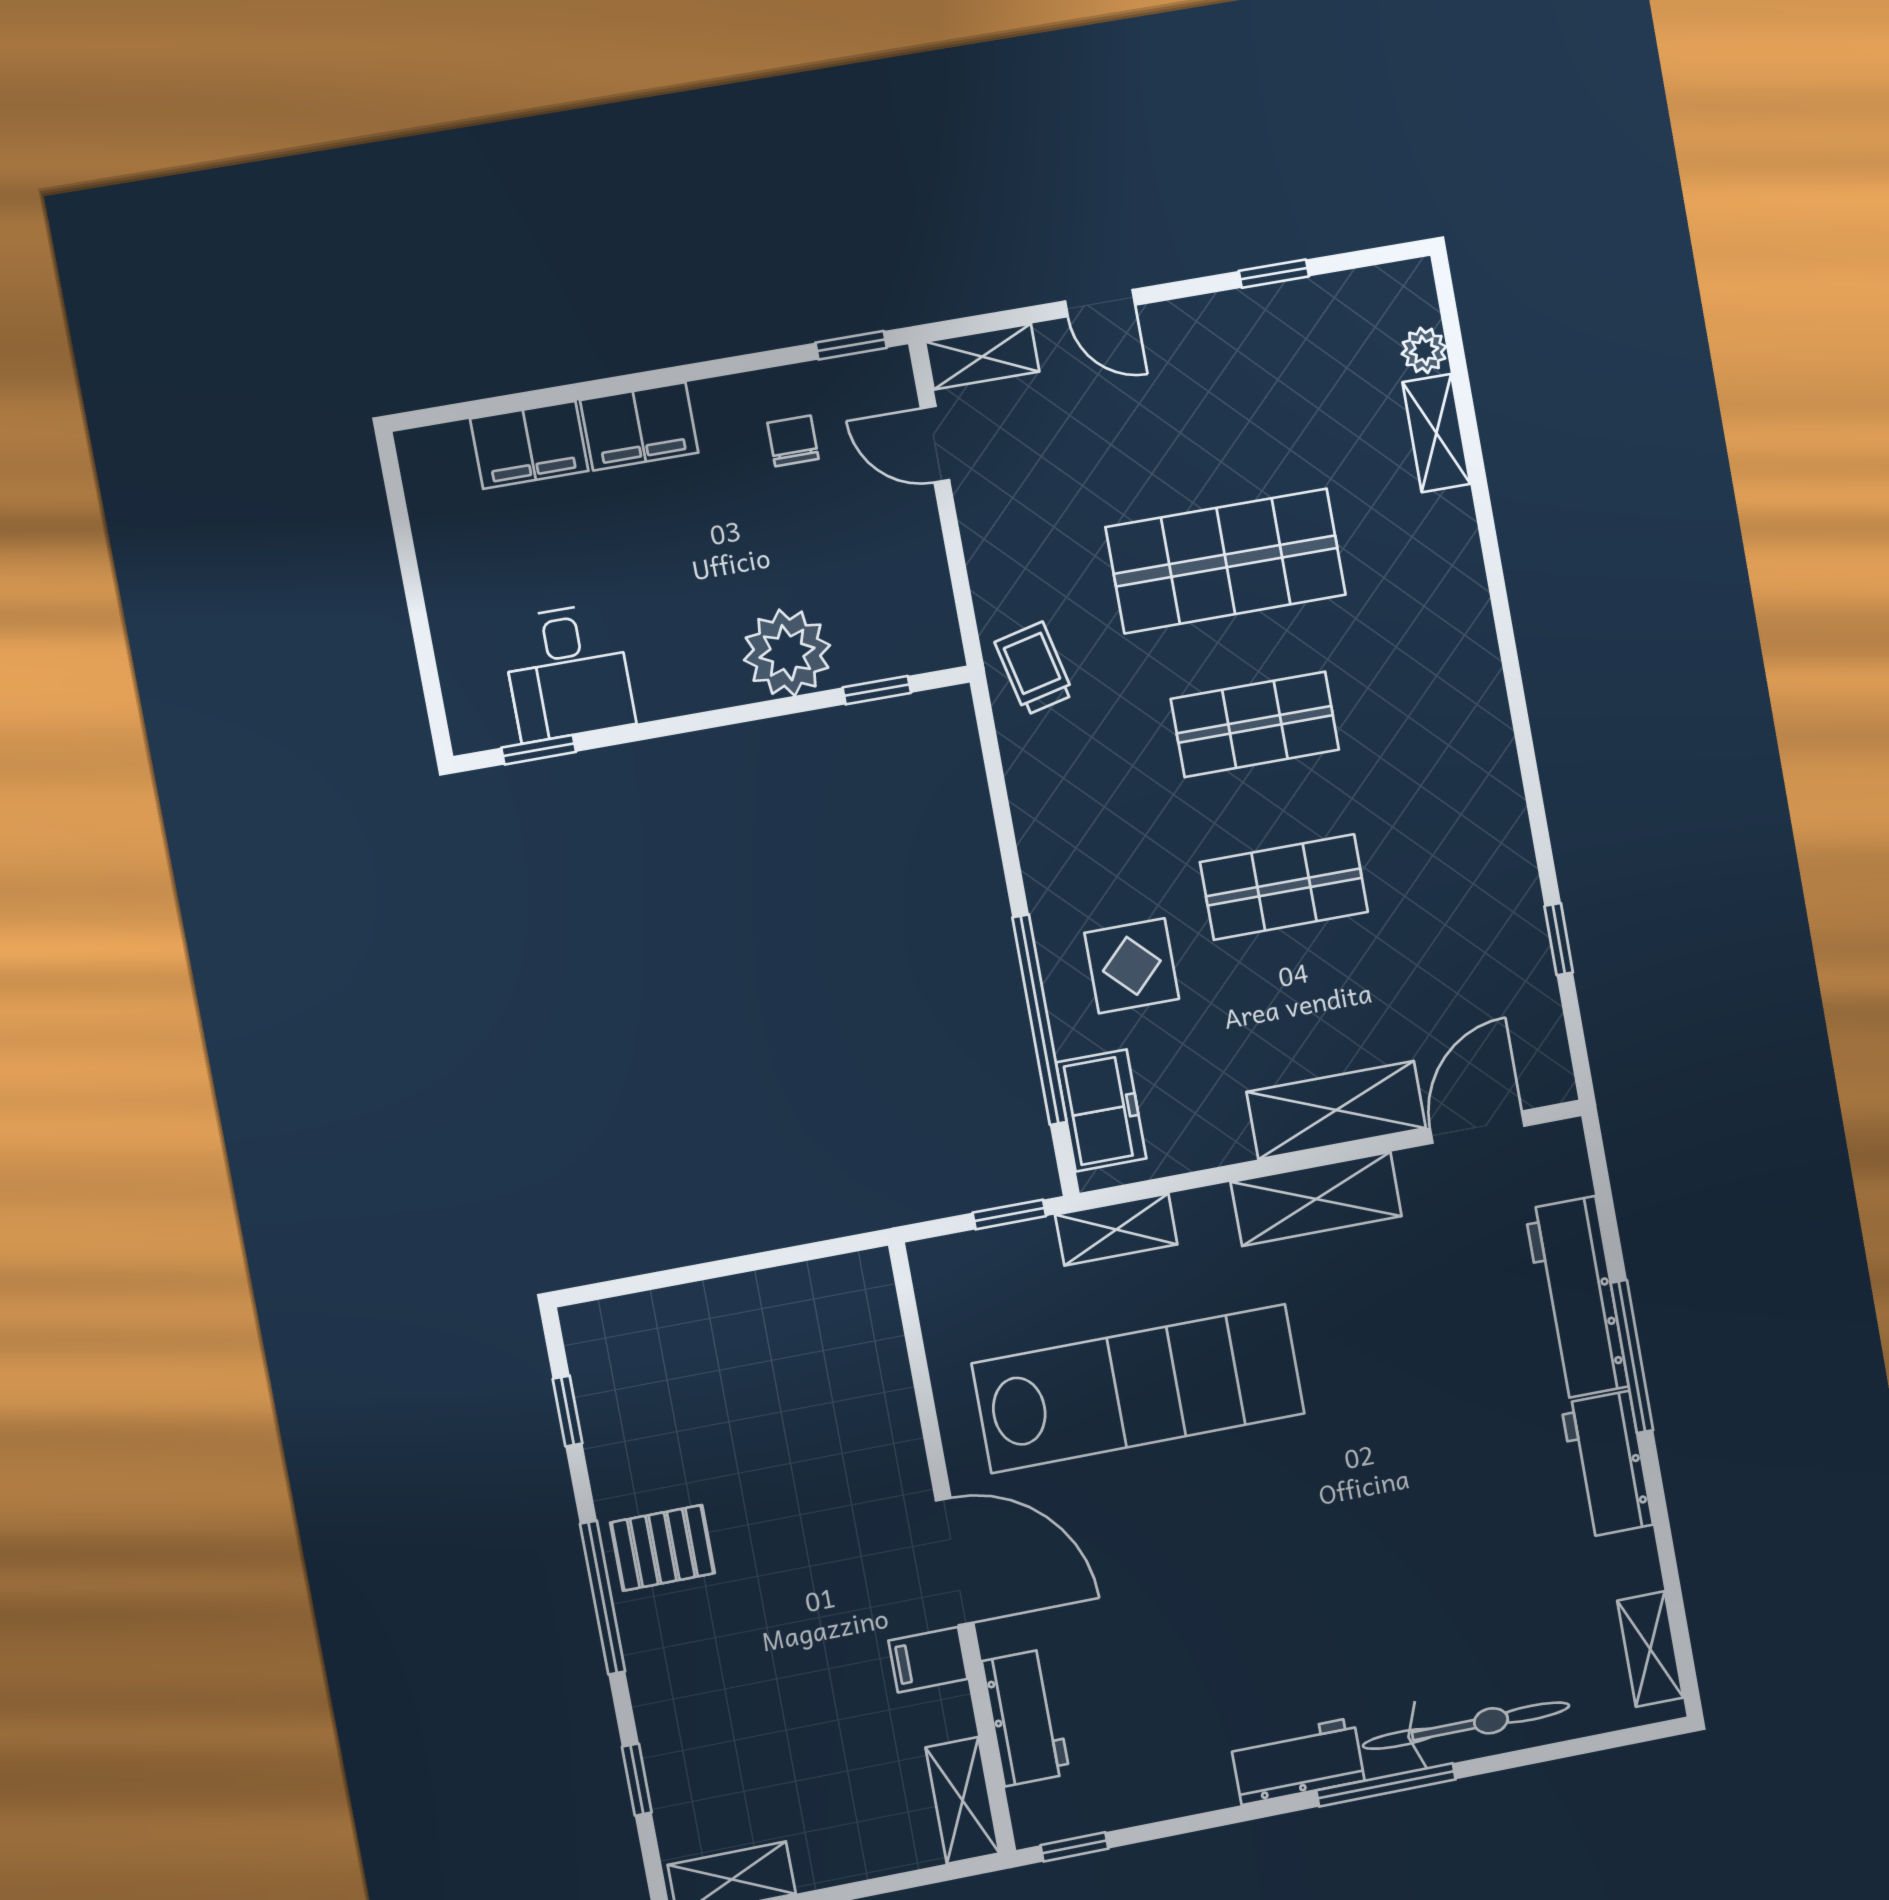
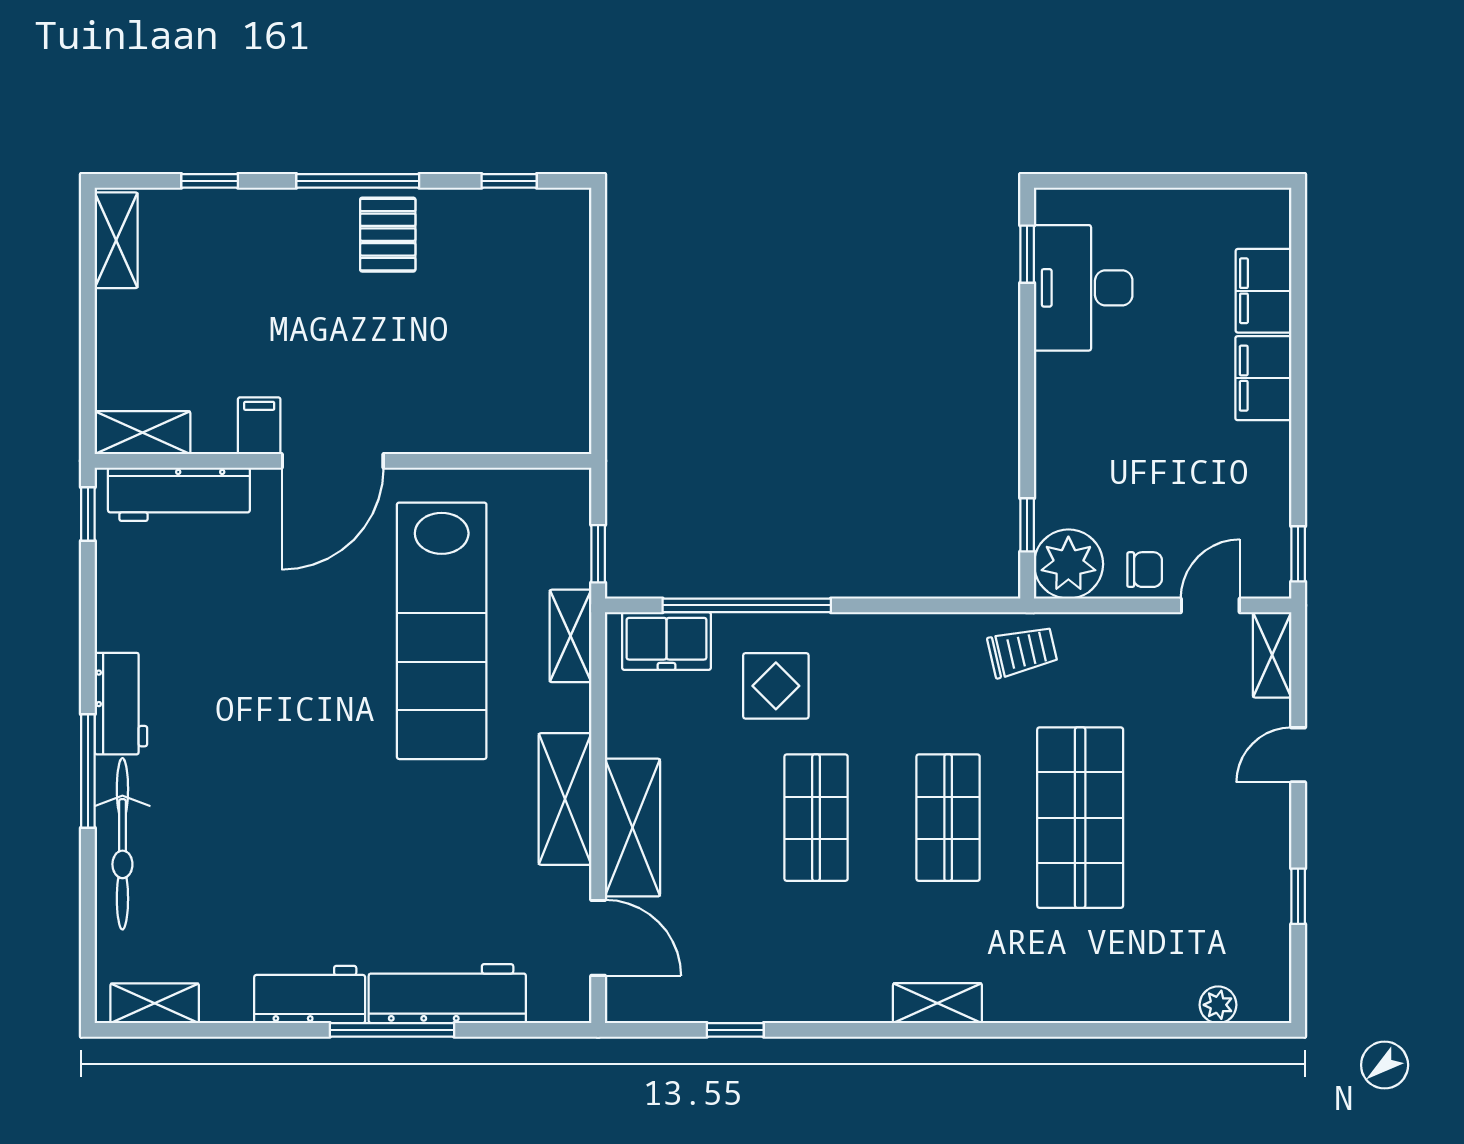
shelving: (1436, 433) -> (937, 1003), moved
chair: (793, 441) -> (1145, 570), moved
plant: (787, 653) -> (1068, 564), moved
desk: (568, 672) -> (1083, 288), width x1.37
workbench: (1026, 1718) -> (179, 494), width x1.37

